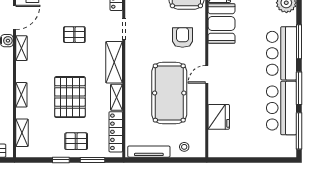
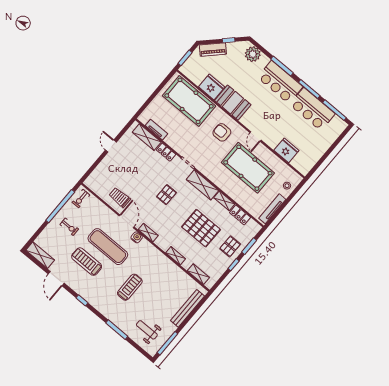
locker: (116, 132) -> (240, 215), width x0.66

